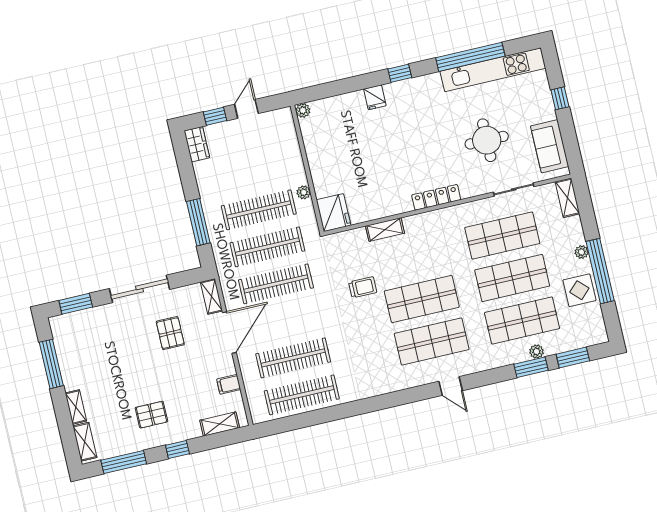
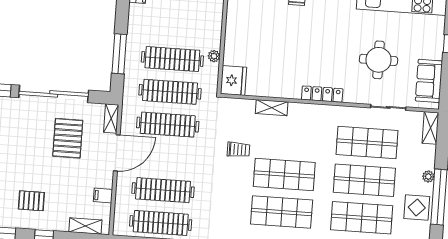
sliding door: (140, 289) -> (54, 94), width x1.36
pallet: (170, 333) -> (68, 138), width x1.50, depth x1.42

